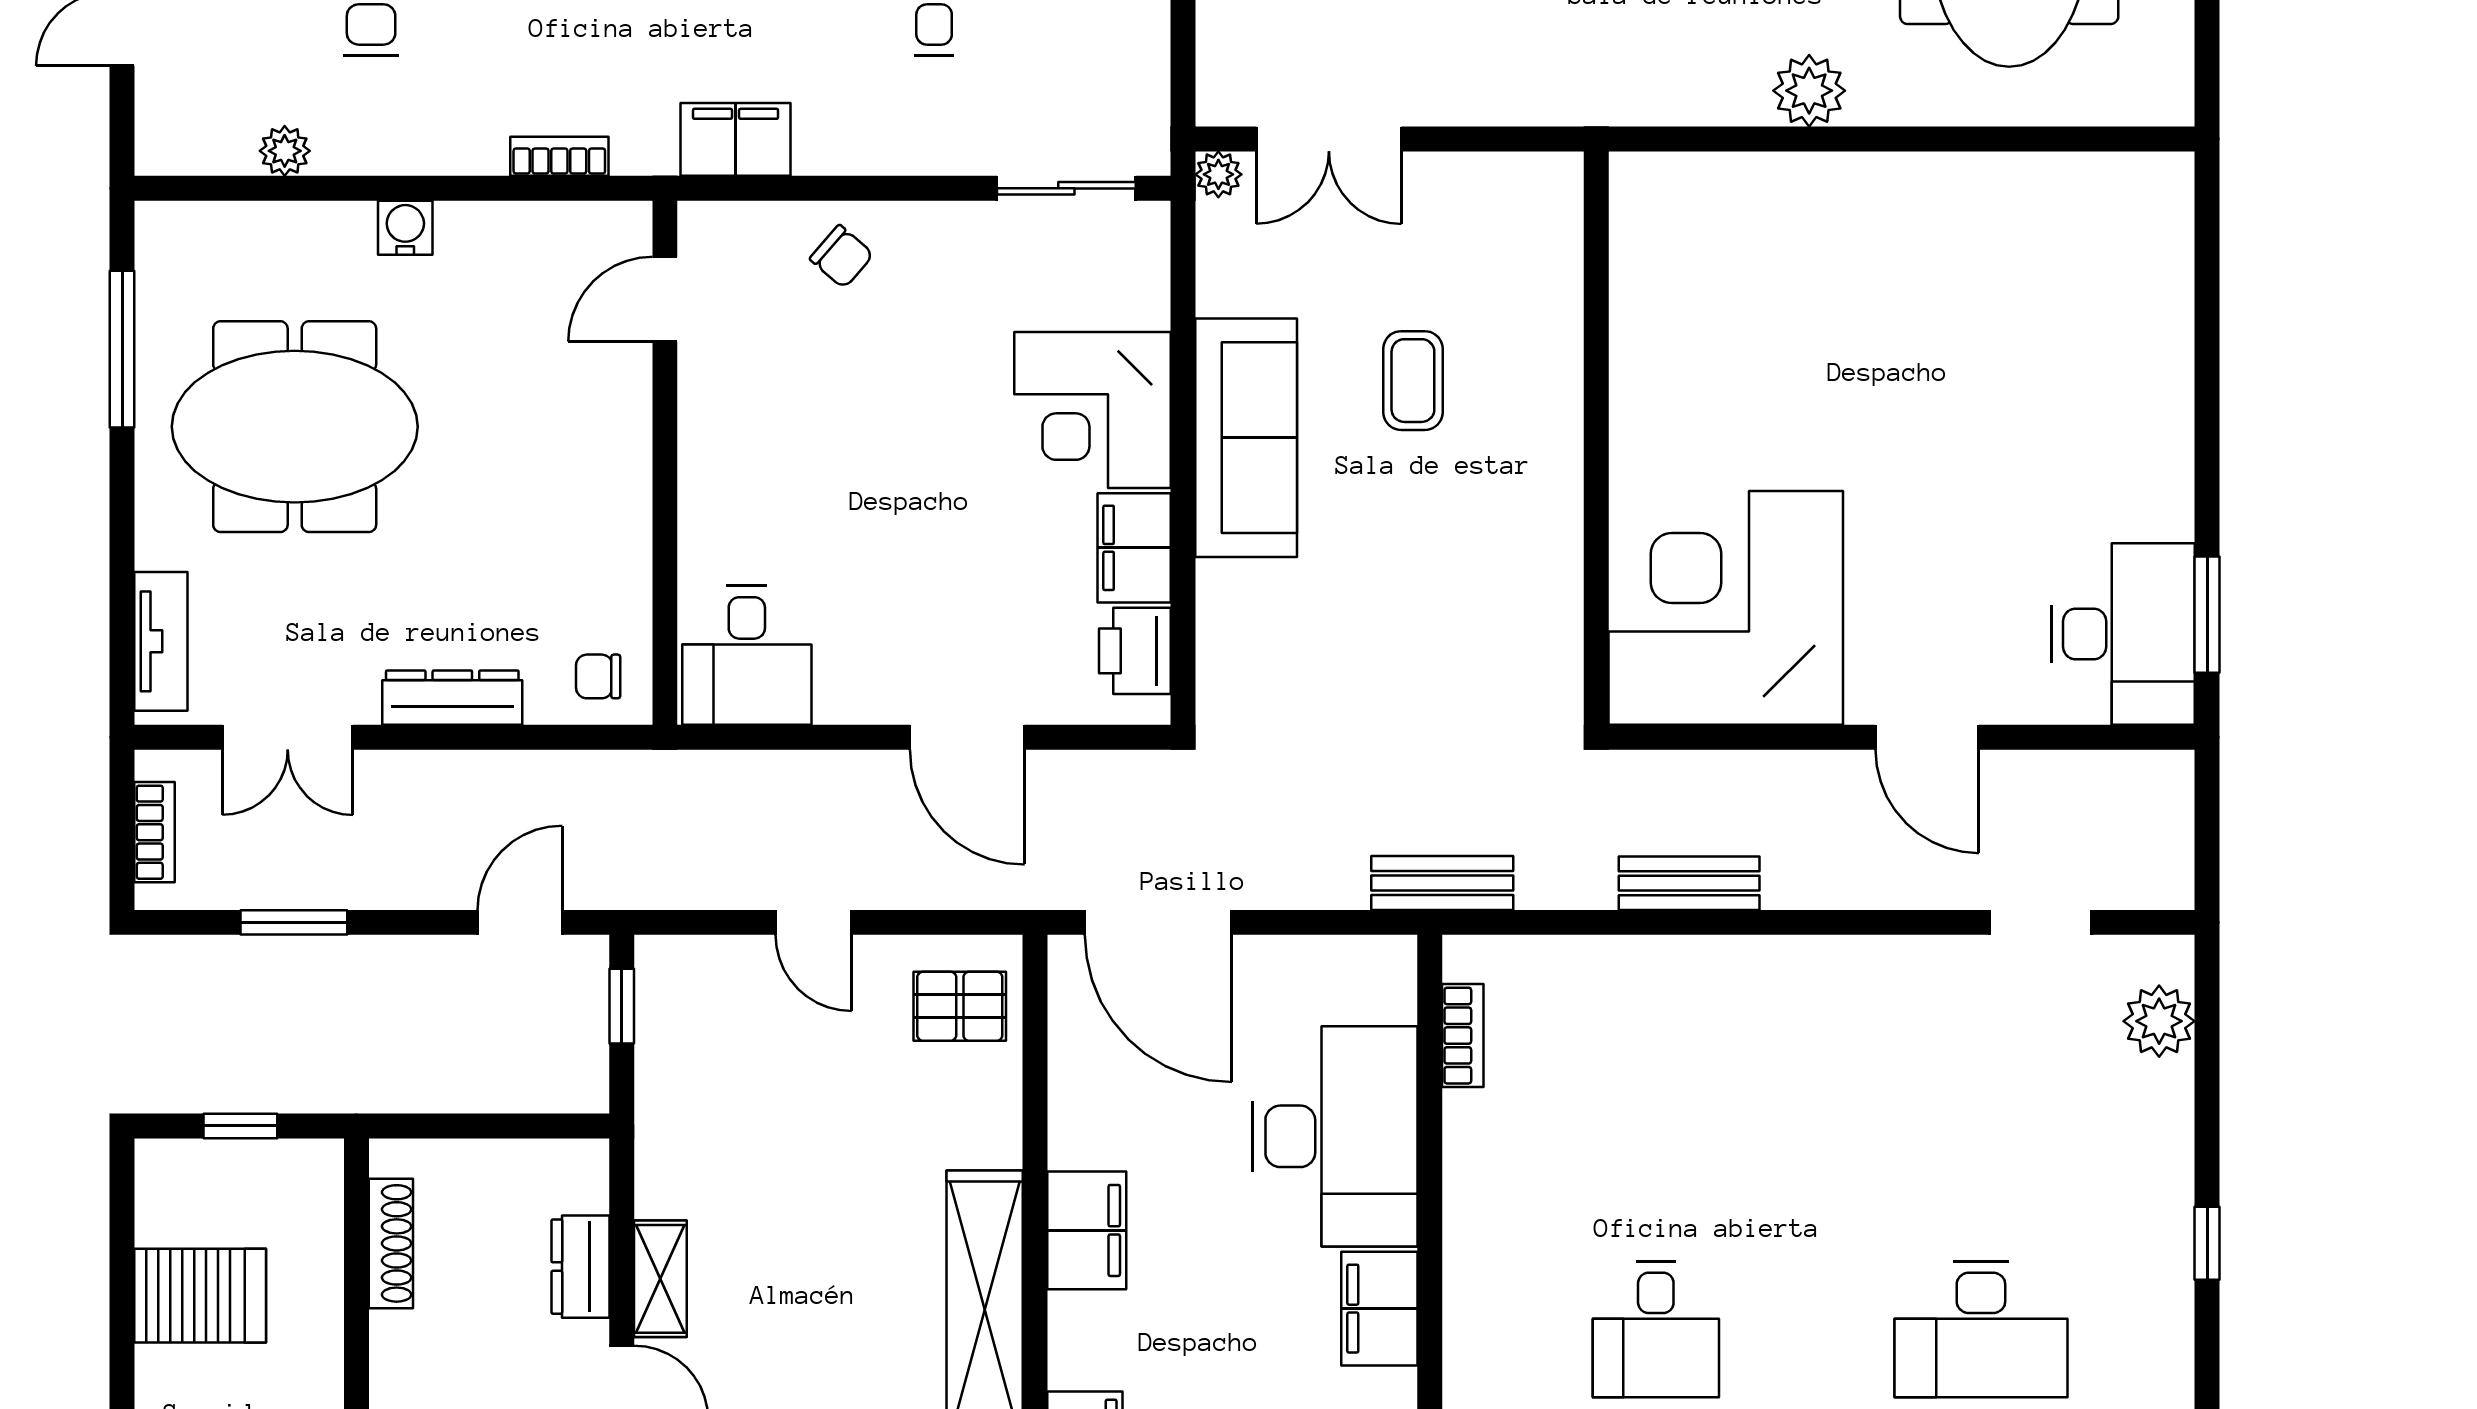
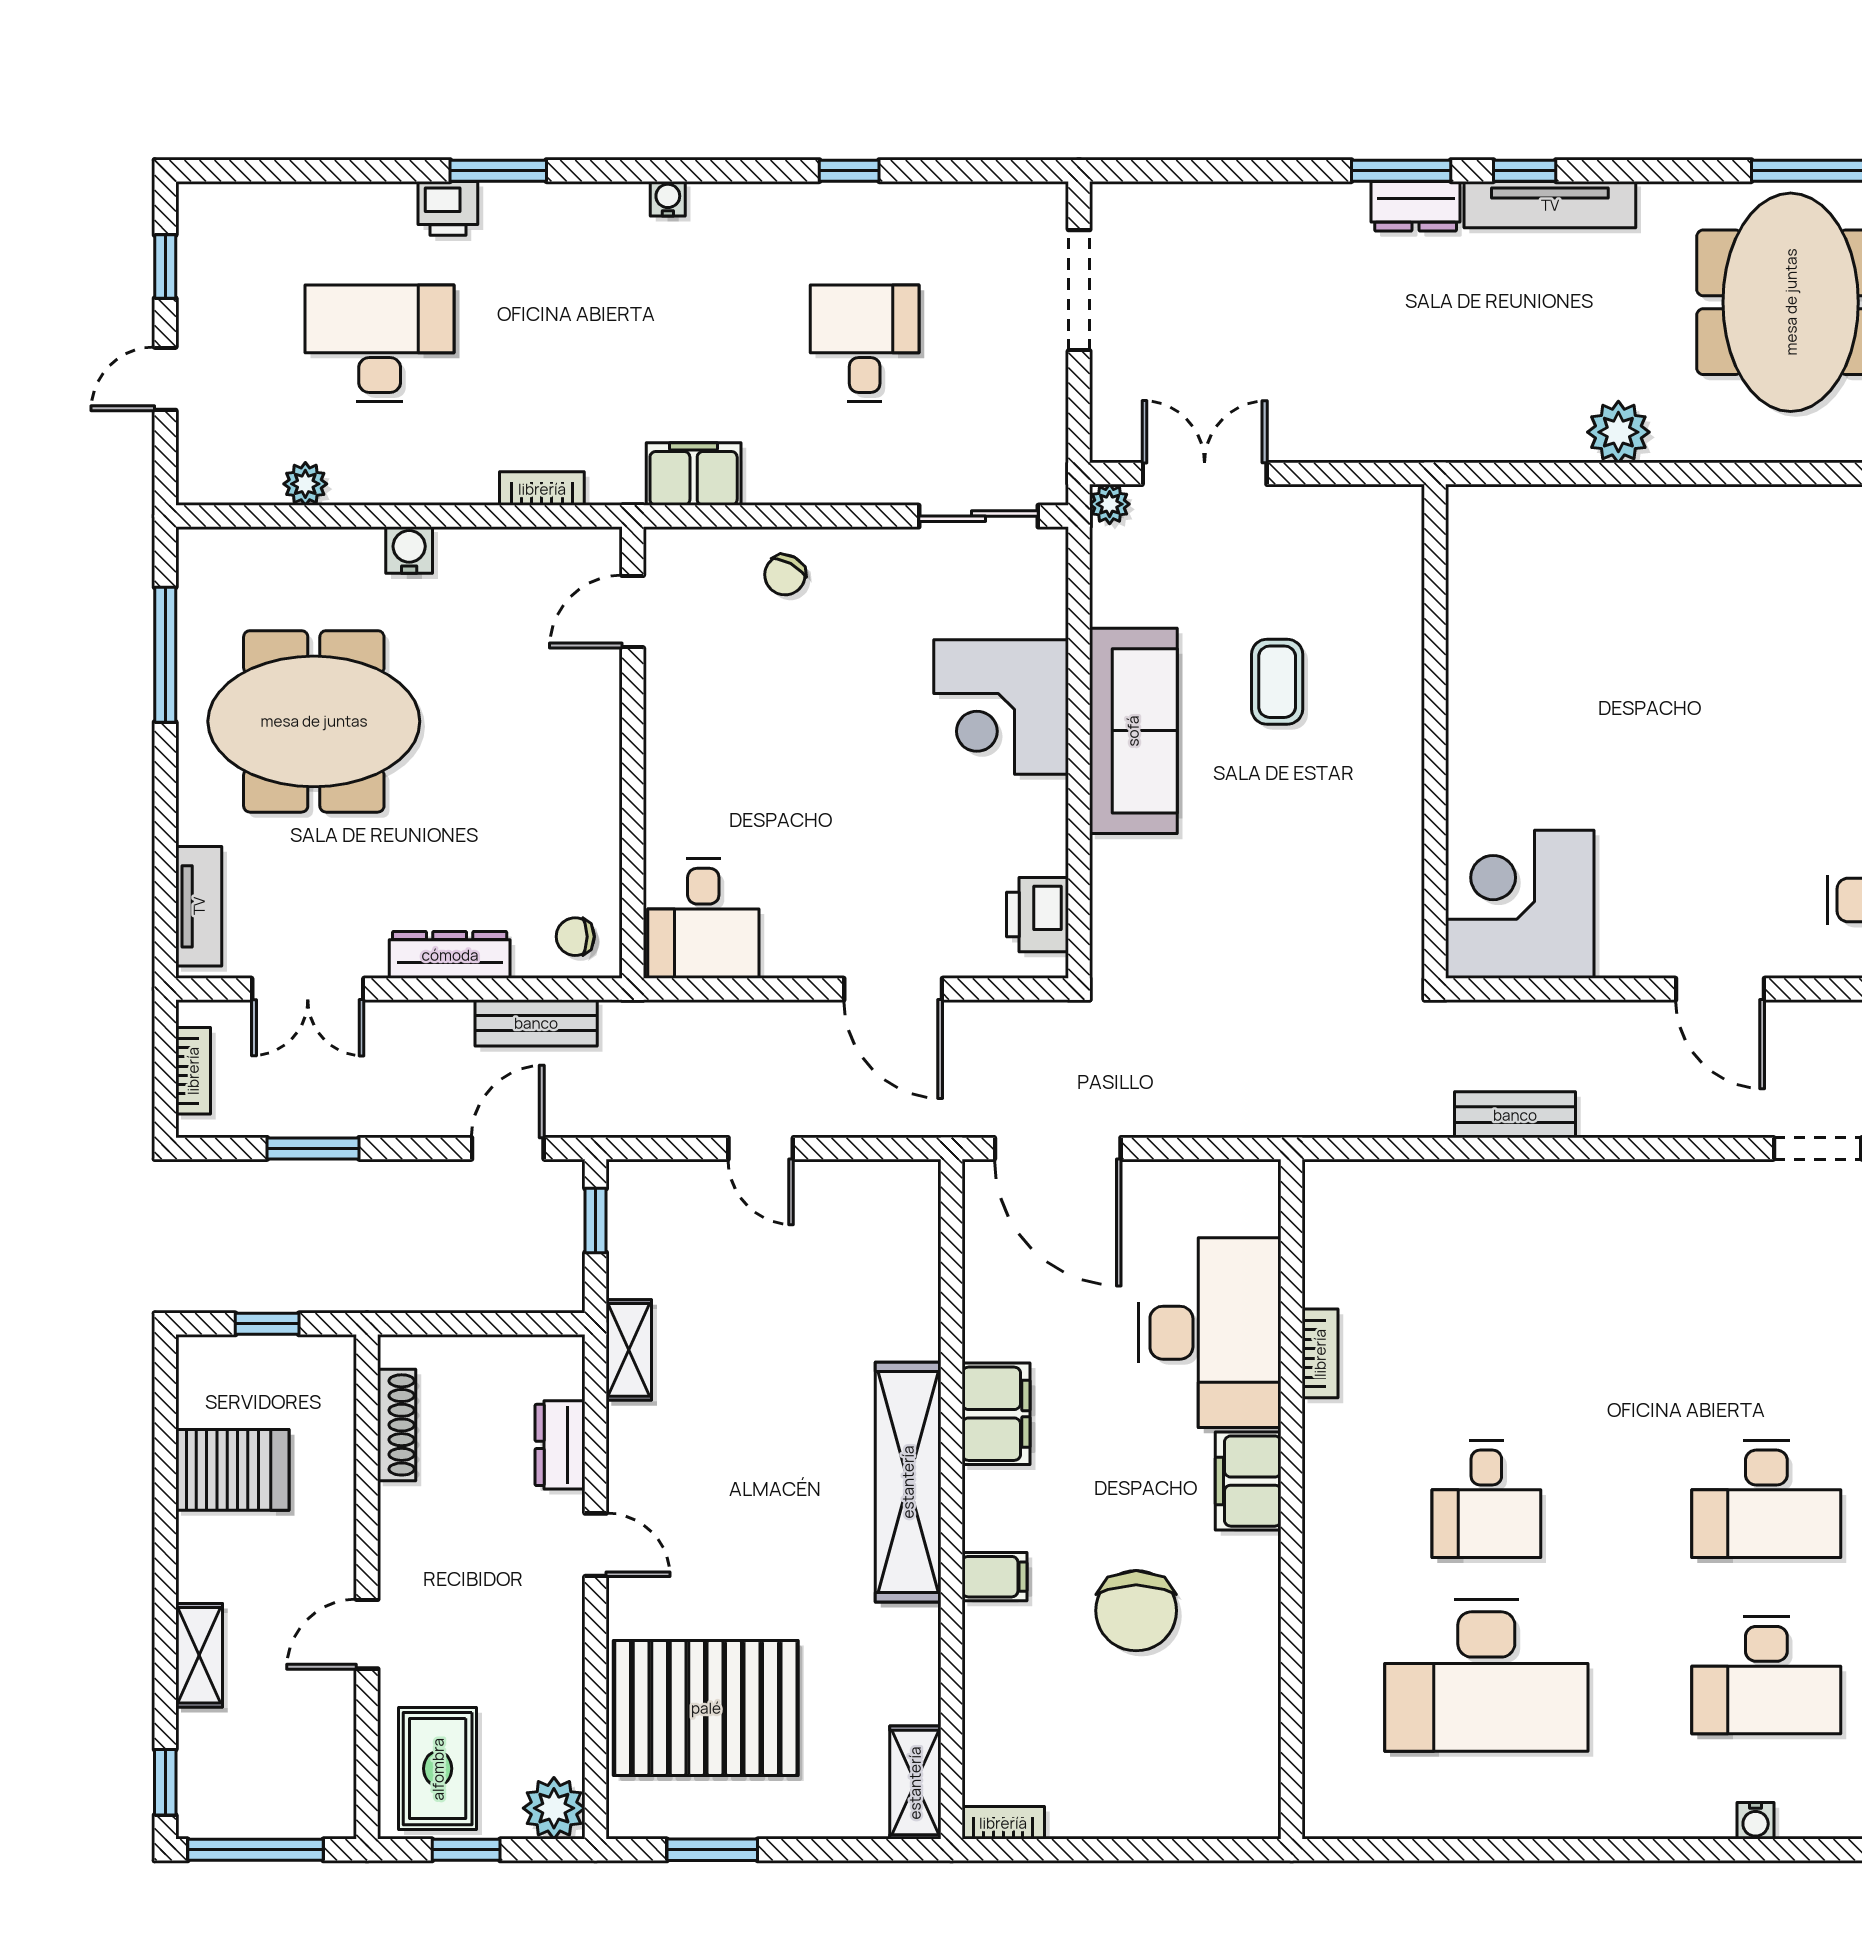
double door: (1329, 139) -> (1205, 474), swing flipped
chair: (842, 257) -> (785, 575), turned 77
filing cabinet: (1134, 548) -> (1037, 826), removed
corner desk: (1726, 608) -> (1520, 904), width x0.74, depth x0.74
bench: (1442, 883) -> (536, 1023), moved
pallet: (960, 1006) -> (887, 1221), removed
bookcase: (1463, 1036) -> (1320, 1353), moved
shelving: (660, 1279) -> (629, 1350), moved

